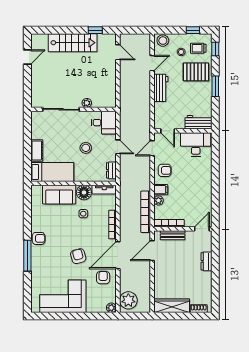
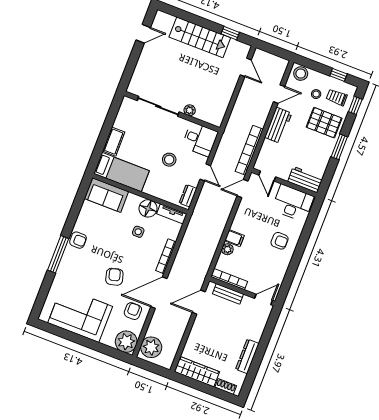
armchair: (165, 170) -> (280, 241), moved
sofa: (59, 195) -> (106, 195), moved
bookcase: (146, 212) -> (249, 150), moved
dresser: (206, 261) -> (247, 356), moved, width x1.44
plant: (111, 308) -> (126, 342), width x1.88, depth x1.88

